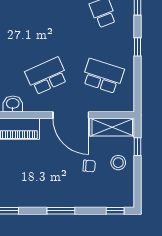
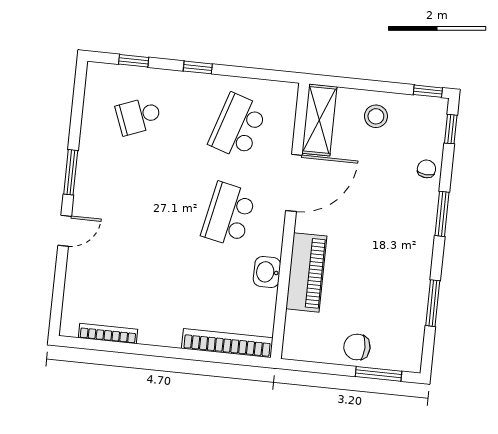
school desk: (47, 76) -> (229, 214), turned 36
window: (138, 147) -> (428, 91), moved
chair: (89, 166) -> (426, 169), moved

